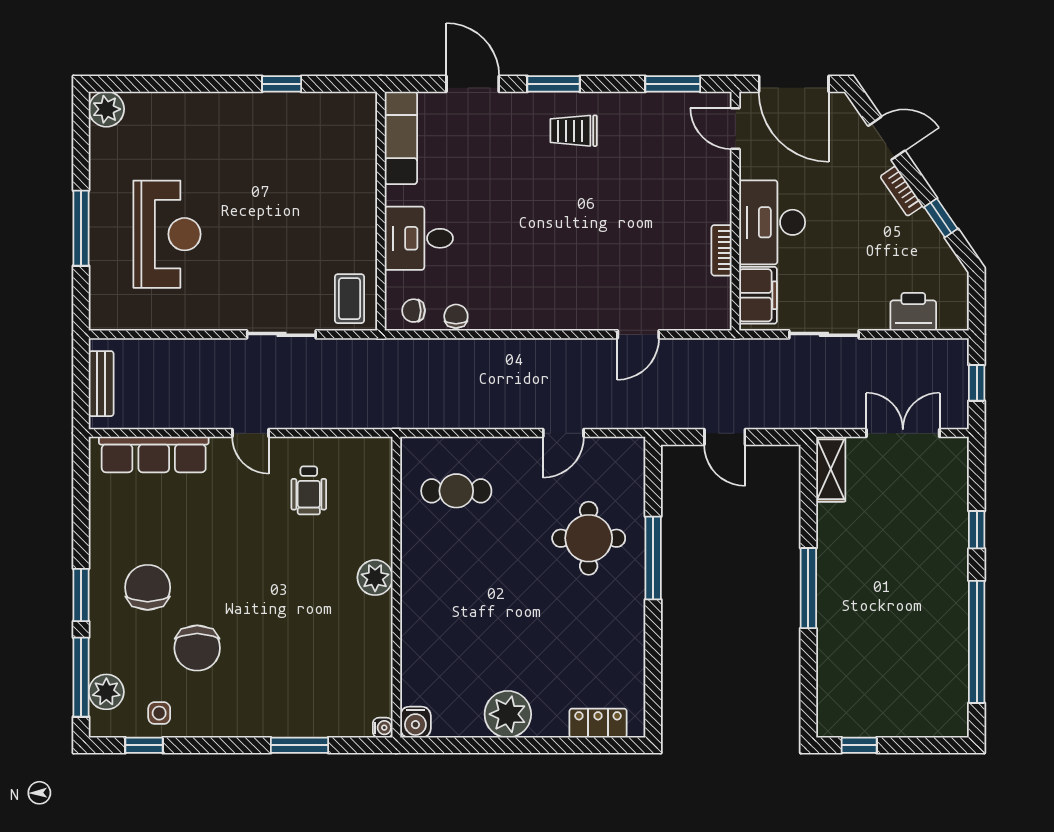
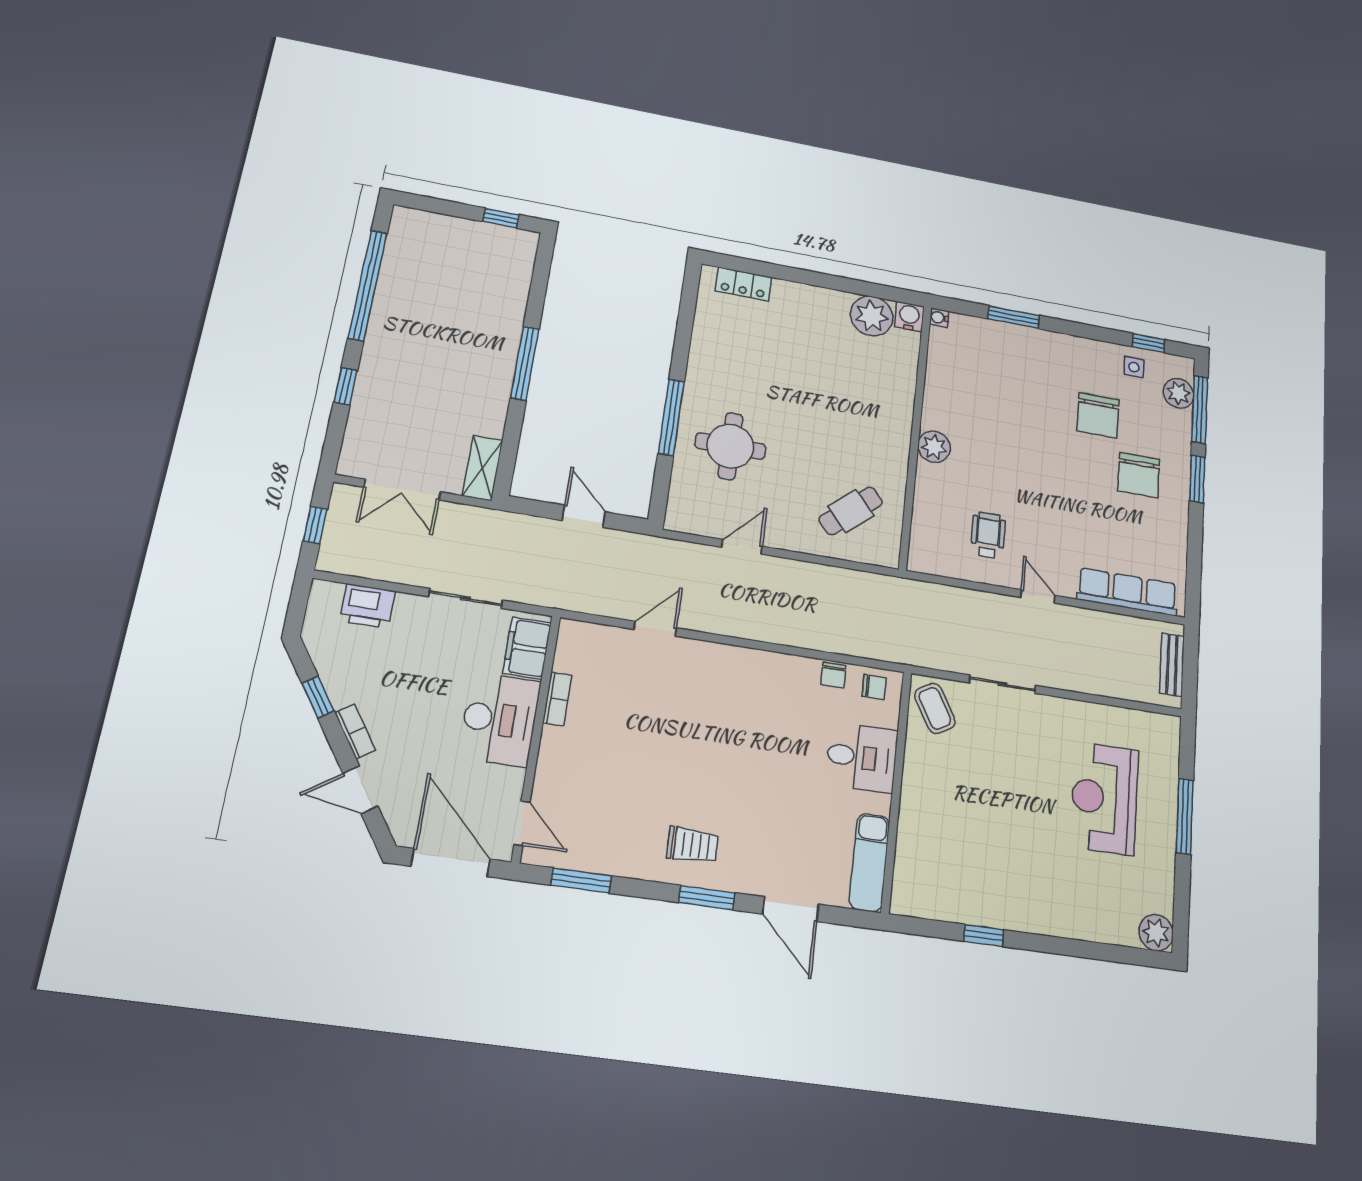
coffee table: (350, 299) -> (935, 708), turned -30
cafe table: (456, 491) -> (851, 511), turned -41
chair: (197, 648) -> (1098, 415), turned 180
plant: (508, 714) -> (872, 316), moved

